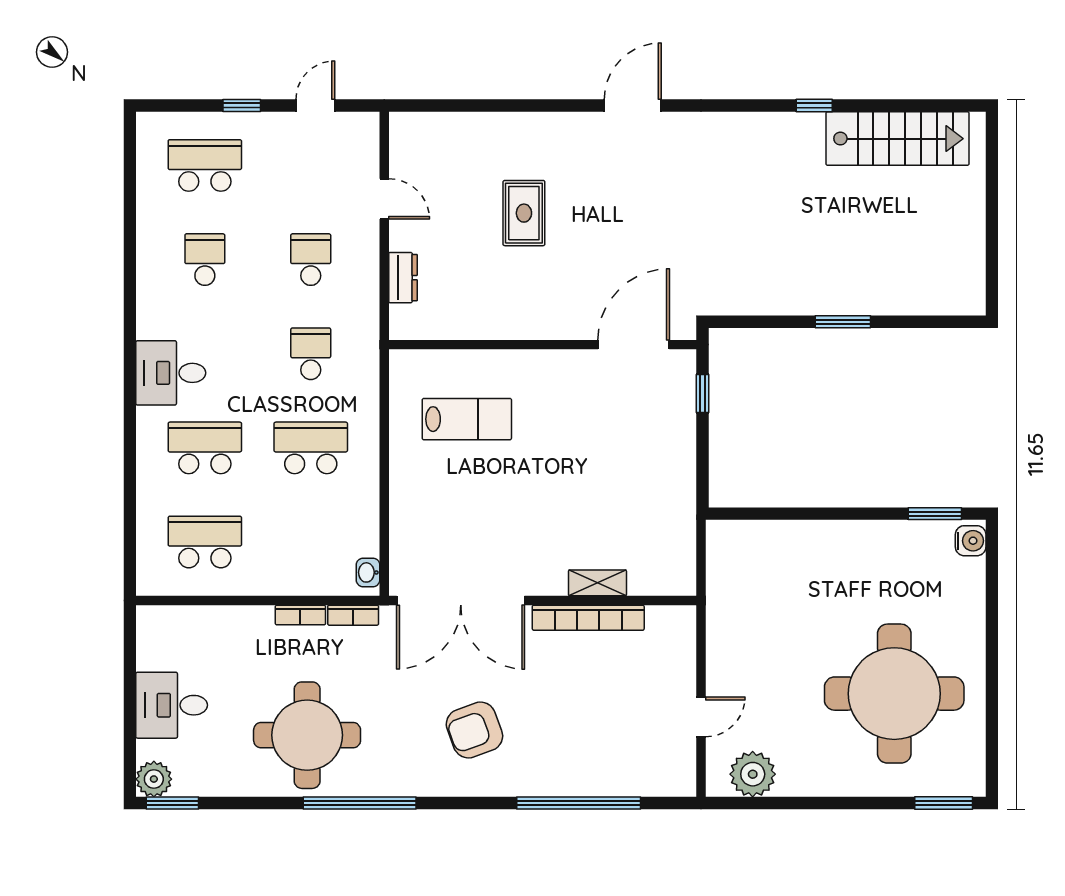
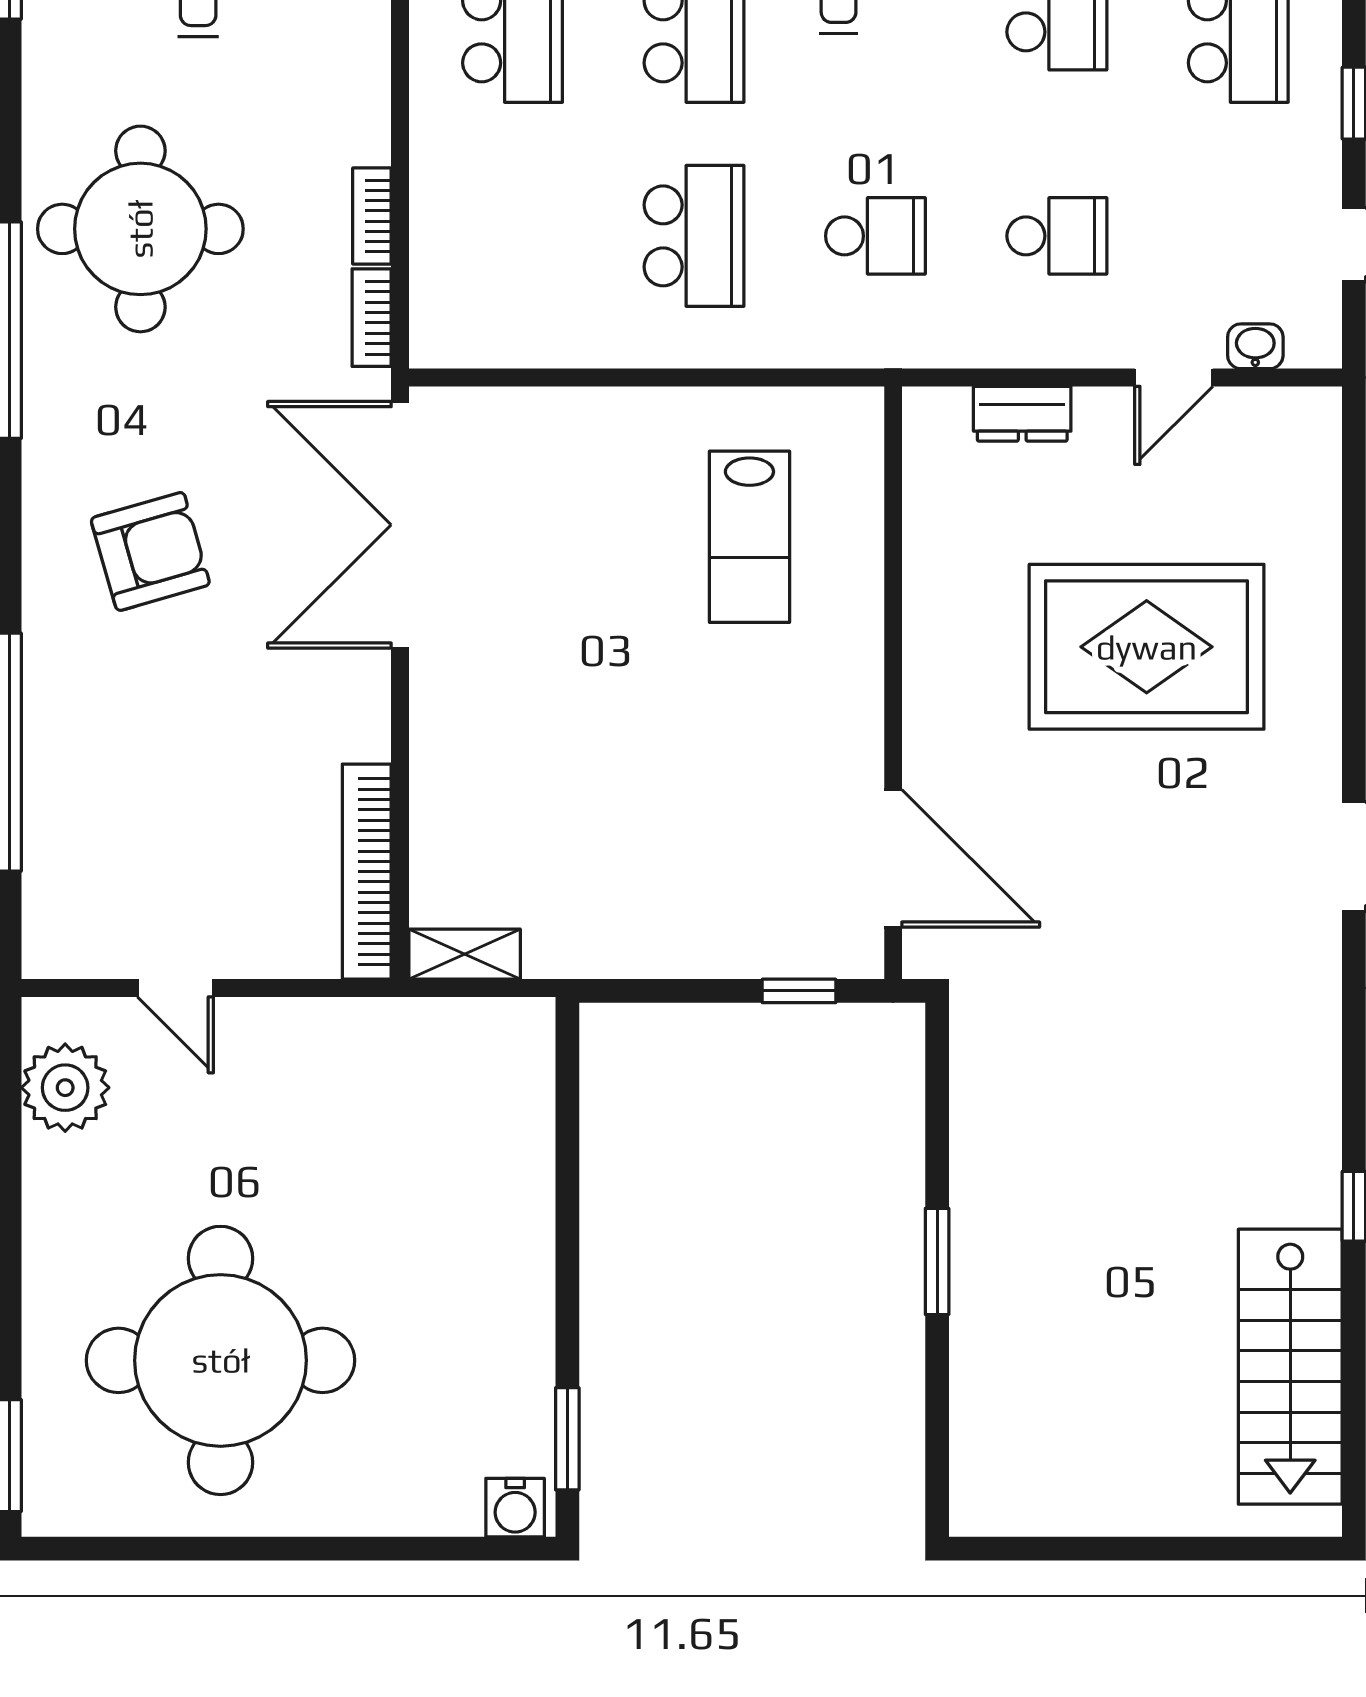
rug: (524, 213) -> (1147, 647), width x1.86, depth x2.06
washbasin: (368, 572) -> (1255, 346), moved
shelving: (597, 583) -> (465, 954), moved, turned 90
bookcase: (588, 618) -> (367, 872), moved
armchair: (474, 730) -> (150, 551), turned 94

